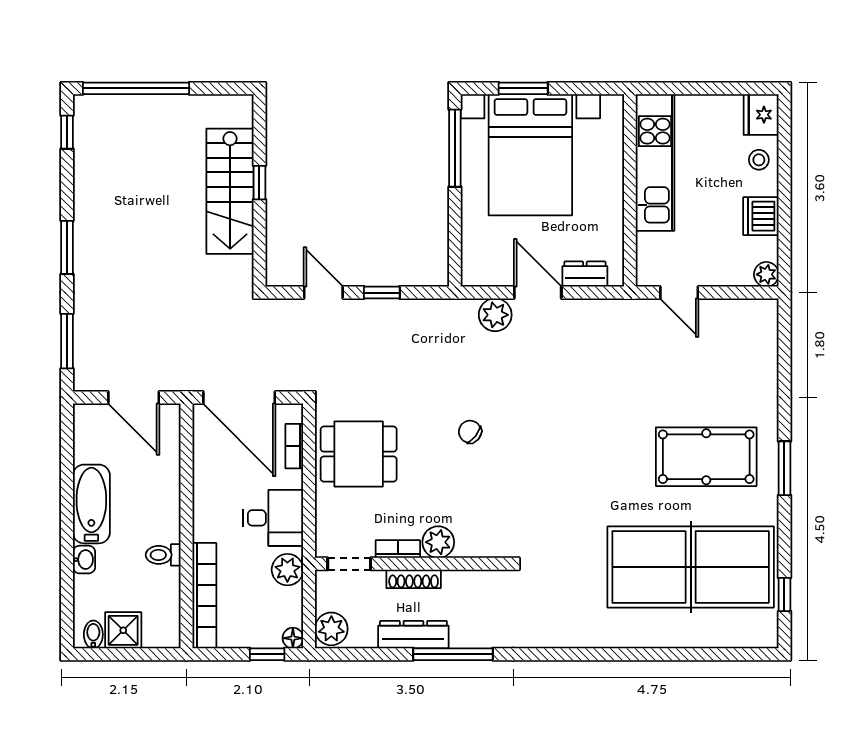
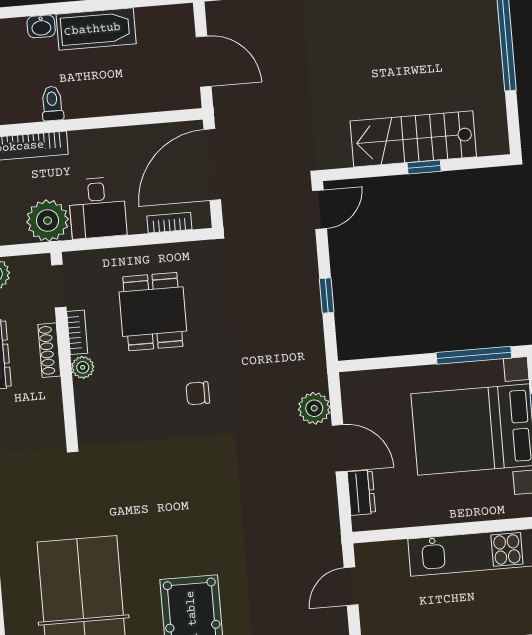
door: (323, 293) -> (319, 210), moved
door: (538, 293) -> (339, 448), hinge flipped
door: (134, 398) -> (204, 61), swing flipped
chair: (470, 432) -> (198, 393), turned -128
dining table: (359, 454) -> (153, 312), moved
plant: (438, 542) -> (83, 367), width x0.73, depth x0.73
plant: (287, 570) -> (48, 221), width x1.36, depth x1.36

